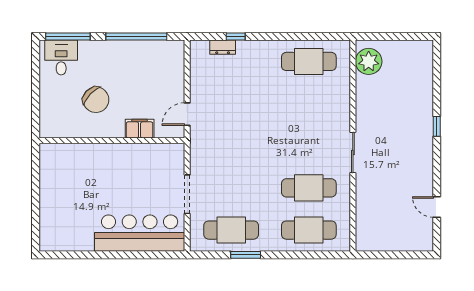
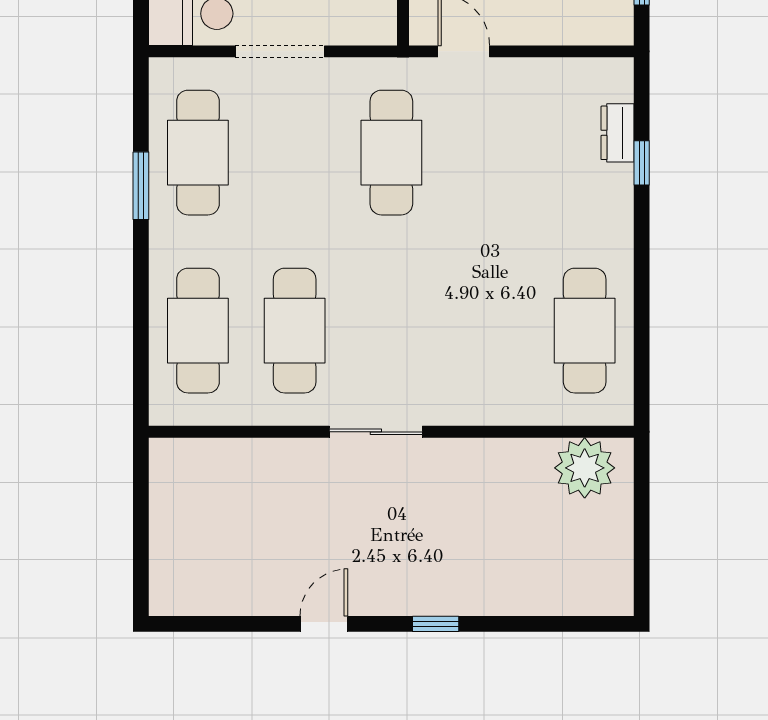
cafe table: (231, 146) -> (391, 153), added
door: (437, 207) -> (324, 624), moved

